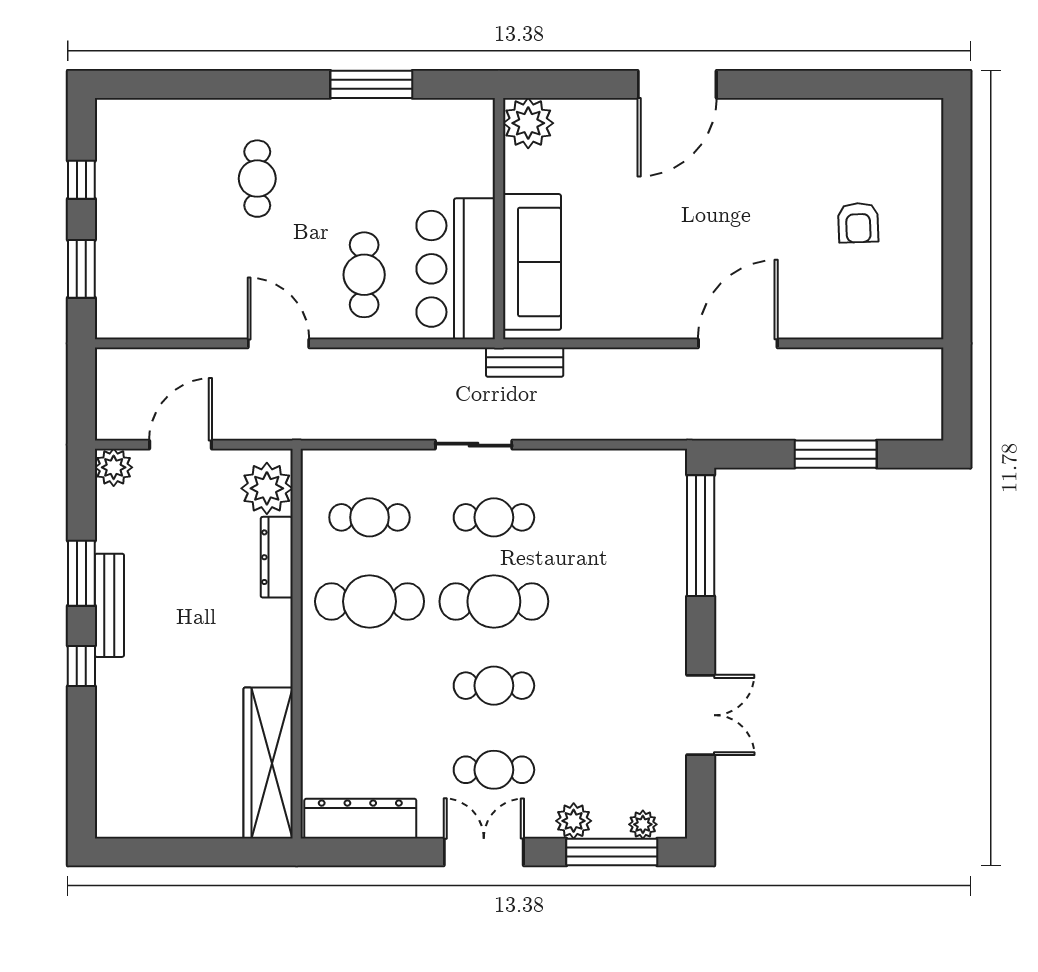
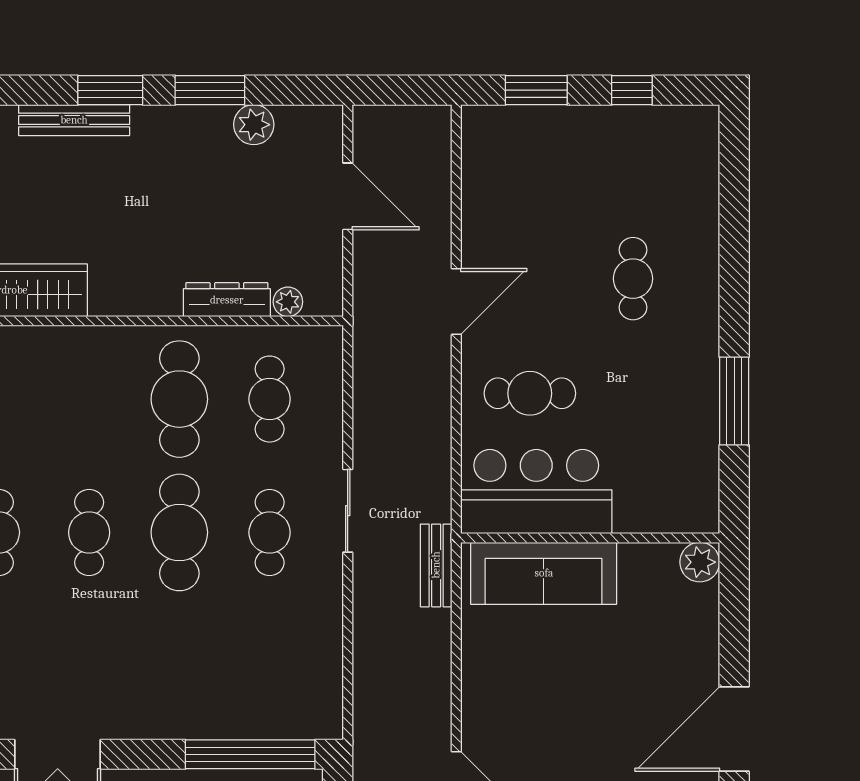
door: (677, 84) -> (734, 729), hinge flipped
plant: (528, 123) -> (700, 562), width x0.73, depth x0.73
cafe table: (257, 179) -> (633, 279), turned 90
plant: (114, 467) -> (254, 125), moved
plant: (267, 488) -> (288, 302), width x0.53, depth x0.53
bench: (109, 605) -> (74, 120), moved
window: (81, 666) -> (110, 90), width x1.50

